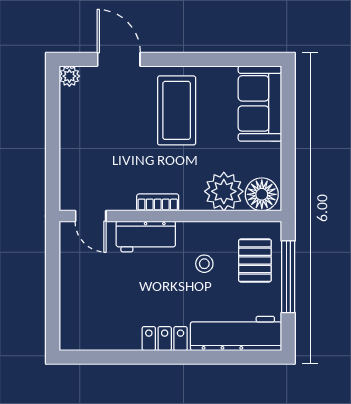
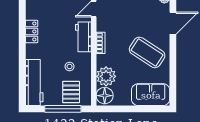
coffee table: (177, 110) -> (147, 52), turned 33
pallet: (255, 260) -> (71, 92), turned 90
locker: (165, 339) -> (32, 31), moved

